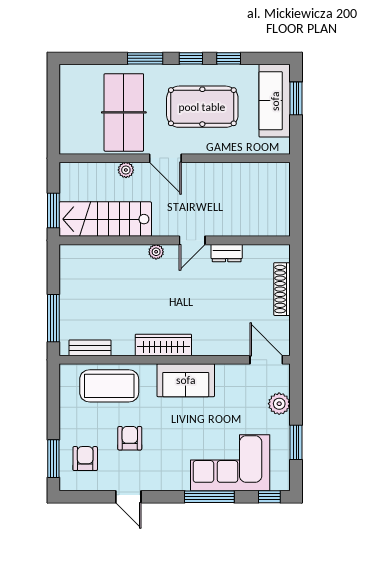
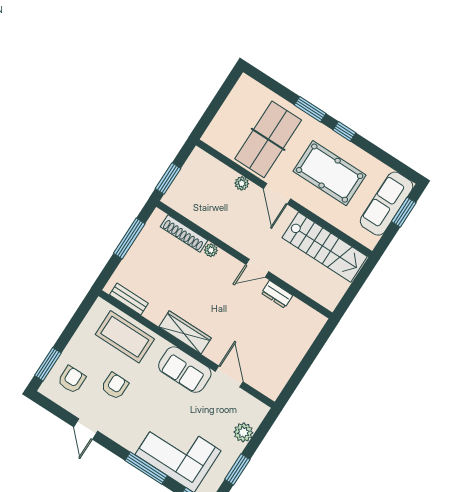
window: (229, 58) -> (373, 150), removed
stairs: (105, 219) -> (325, 247), moved, turned 180
plant: (156, 252) -> (211, 250), moved
shoe rack: (282, 289) -> (184, 234), moved, turned -90
window: (53, 318) -> (129, 238), moved
door: (266, 360) -> (229, 377), moved

